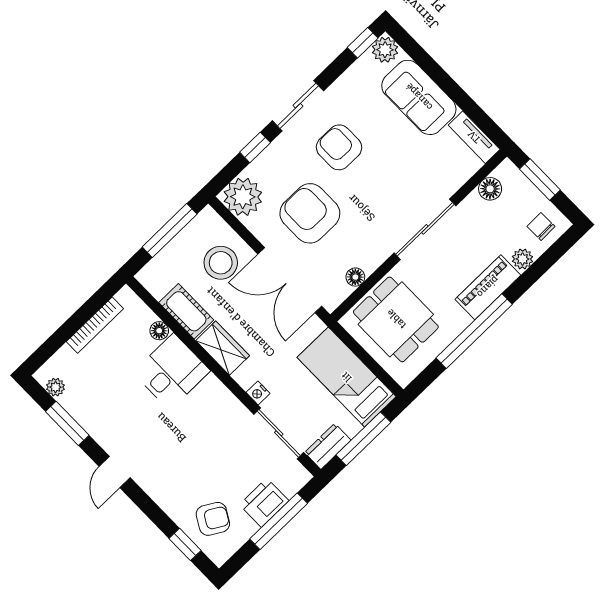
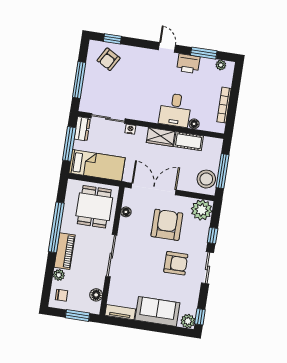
armchair: (310, 213) -> (167, 225), turned -90
stool: (221, 263) -> (206, 179), moved
dining table: (396, 319) -> (94, 207), turned 90
printer: (264, 503) -> (188, 64), moved, turned 90

